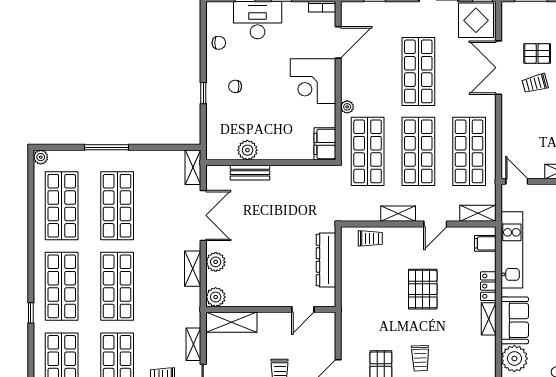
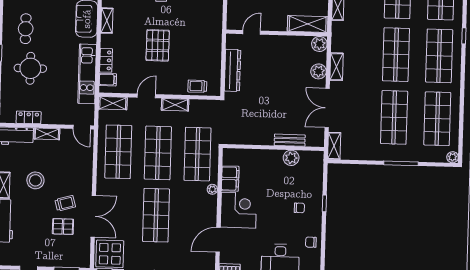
filing cabinet: (325, 144) -> (230, 179), moved
locker: (488, 286) -> (106, 60), moved

